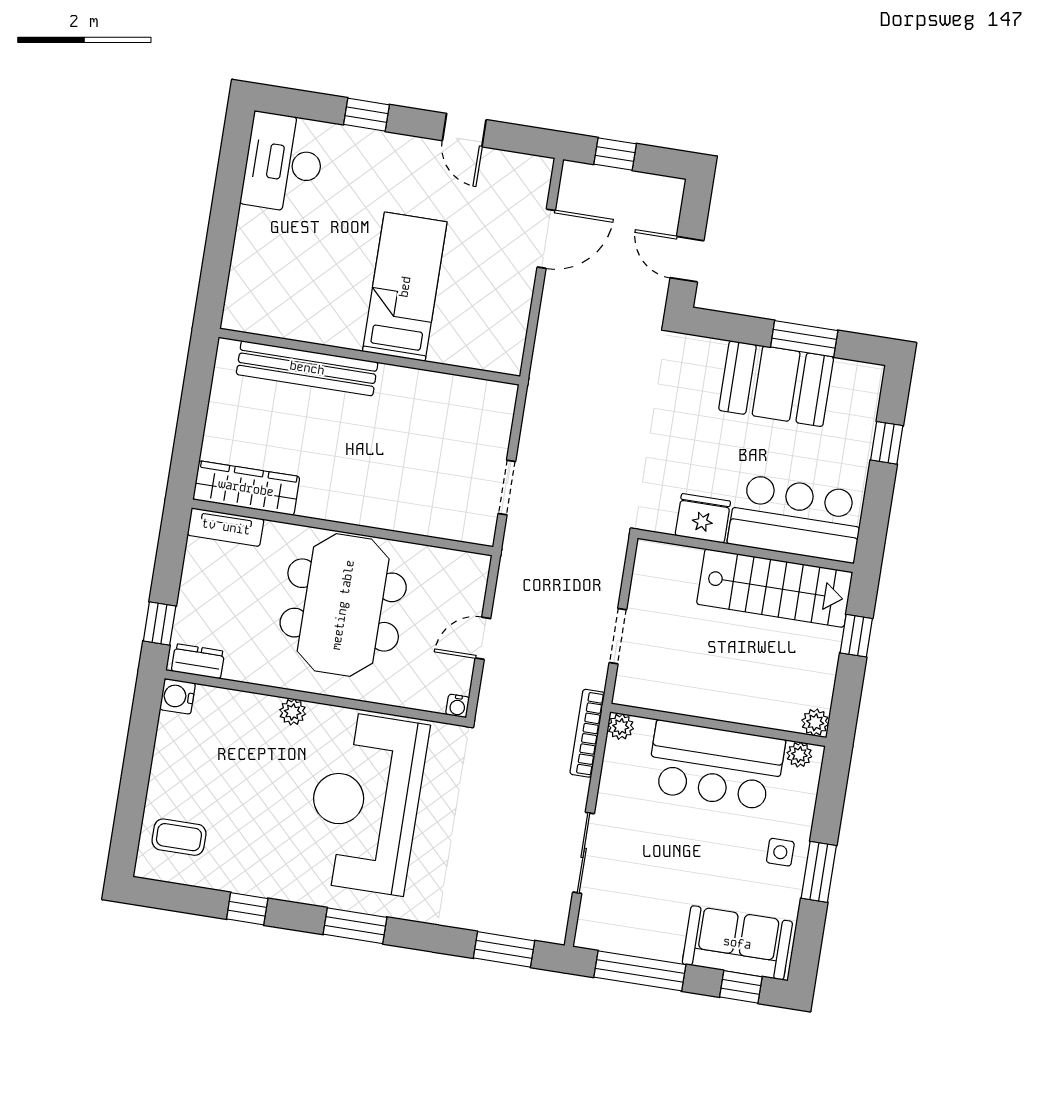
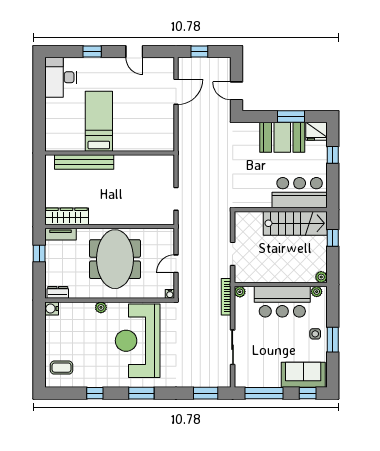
bed: (405, 287) -> (99, 121), moved
fridge: (703, 518) -> (316, 131), moved, turned 180
window: (160, 623) -> (39, 253), moved

